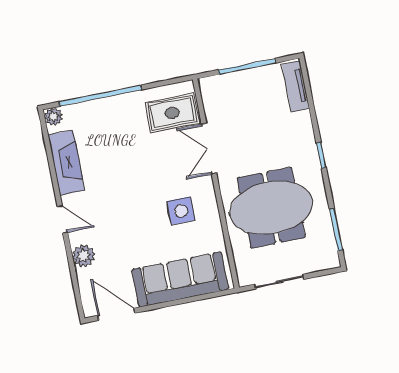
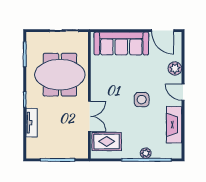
tv unit: (296, 86) -> (32, 123), moved
plant: (53, 117) -> (146, 153), moved
side table: (181, 211) -> (142, 100), moved

